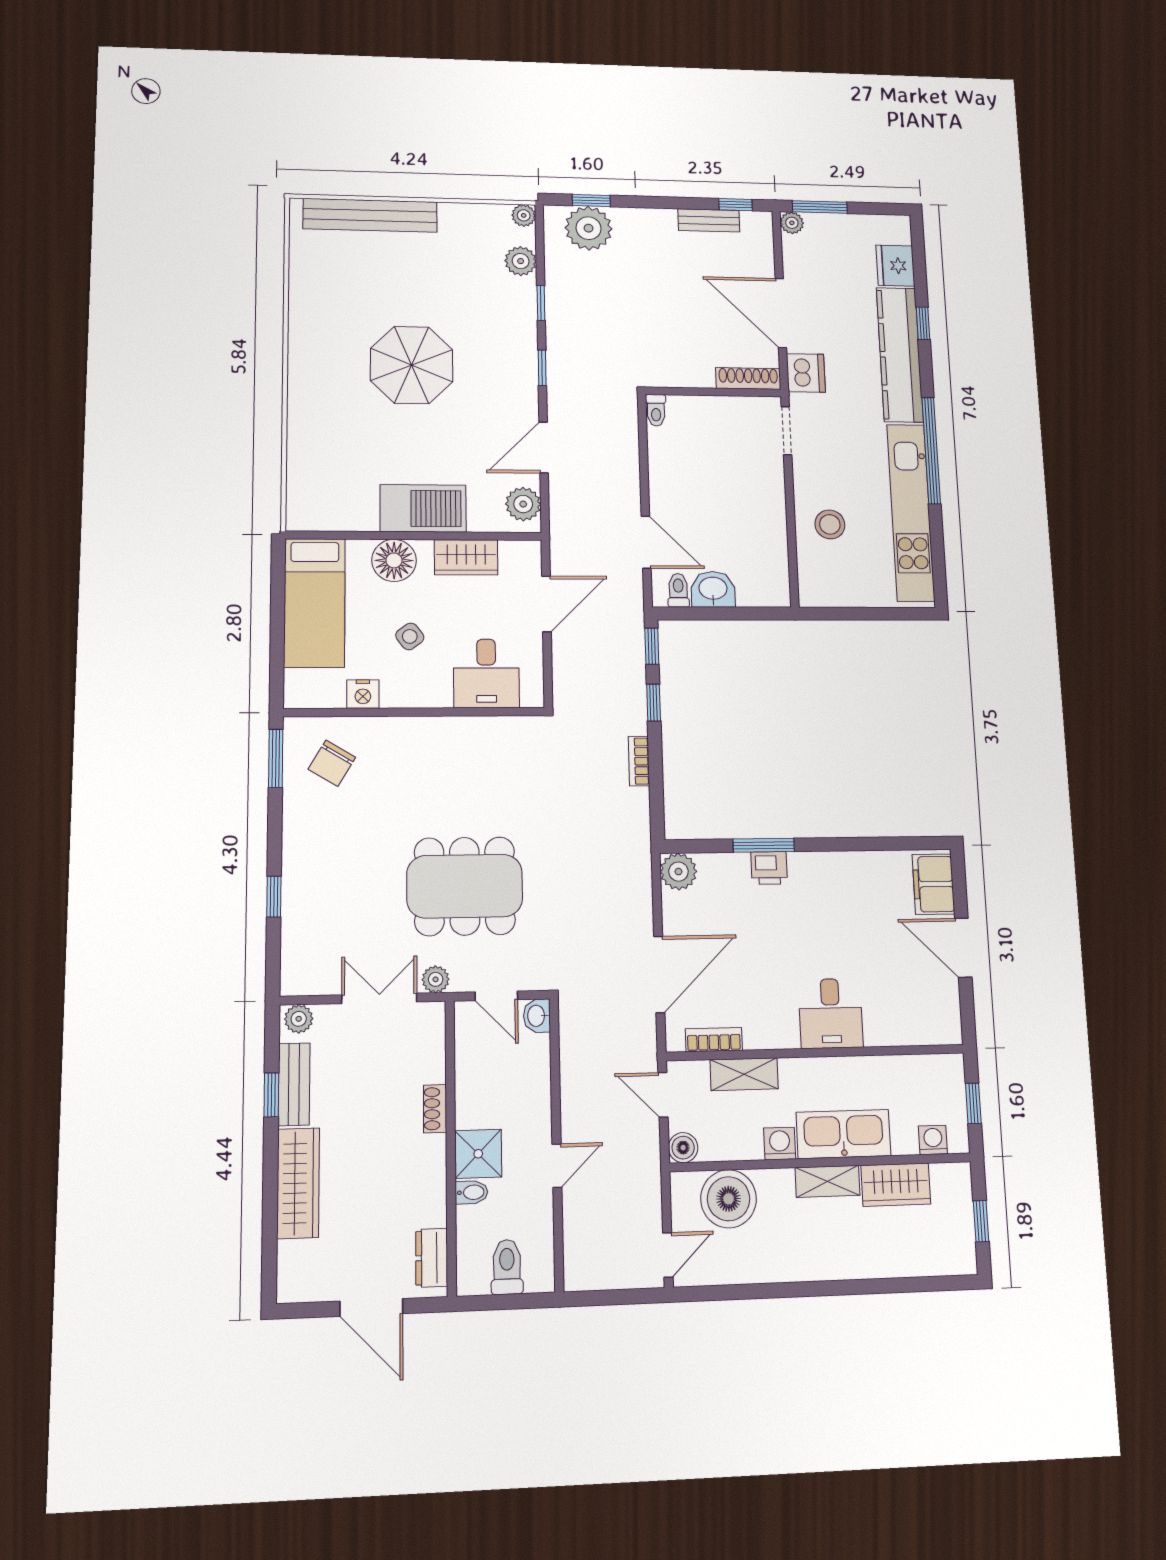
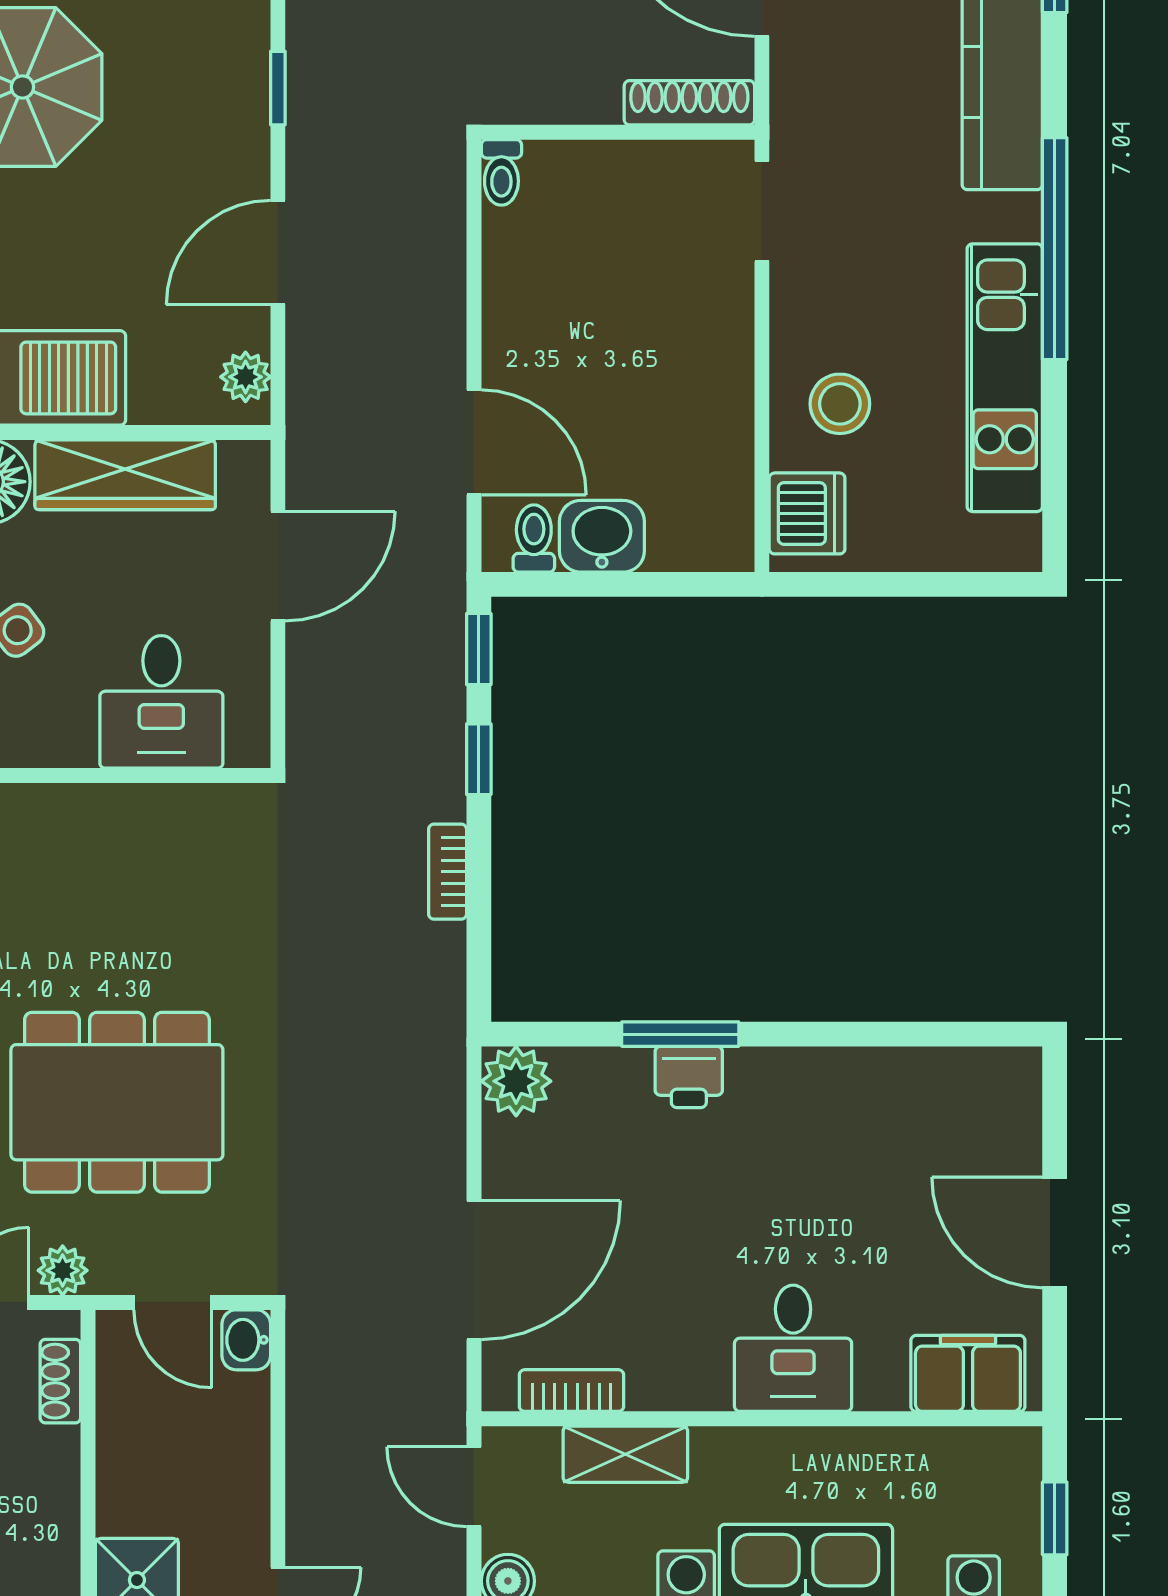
dishwasher: (806, 373) -> (807, 513), moved
plant: (523, 504) -> (246, 377), width x0.73, depth x0.73
kitchen unit: (911, 512) -> (1005, 378), width x0.73
wardrobe: (466, 557) -> (125, 475), width x1.50
filing cabinet: (933, 884) -> (968, 1373), moved, turned 90
shoe rack: (435, 1109) -> (60, 1381), moved

